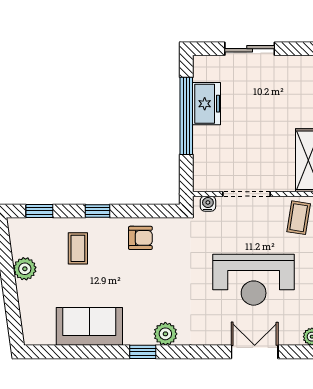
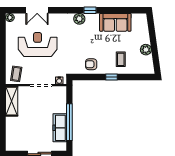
freezer: (207, 104) -> (60, 128), width x1.40
window: (39, 211) -> (139, 77), removed

